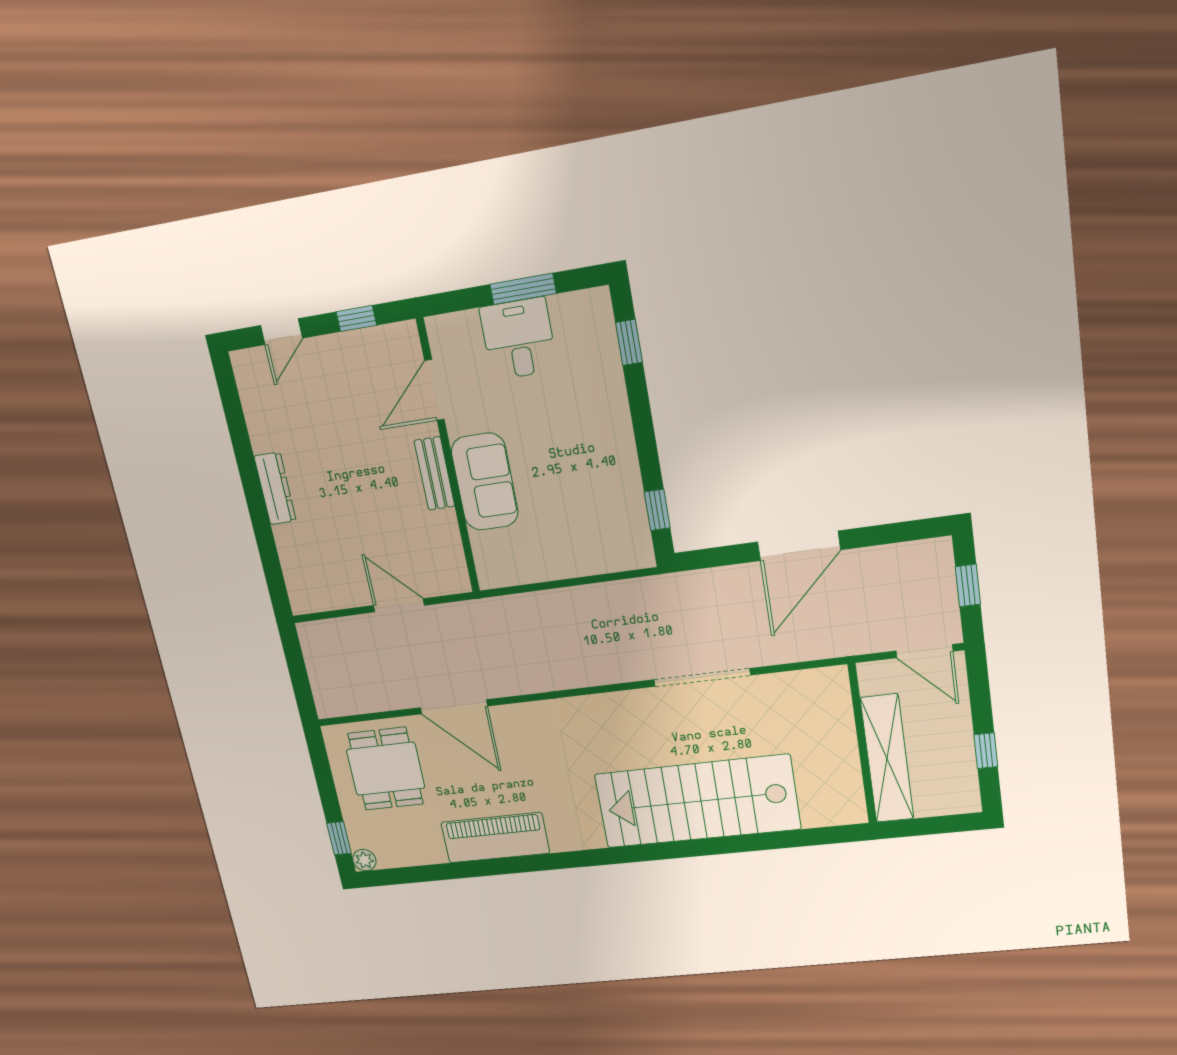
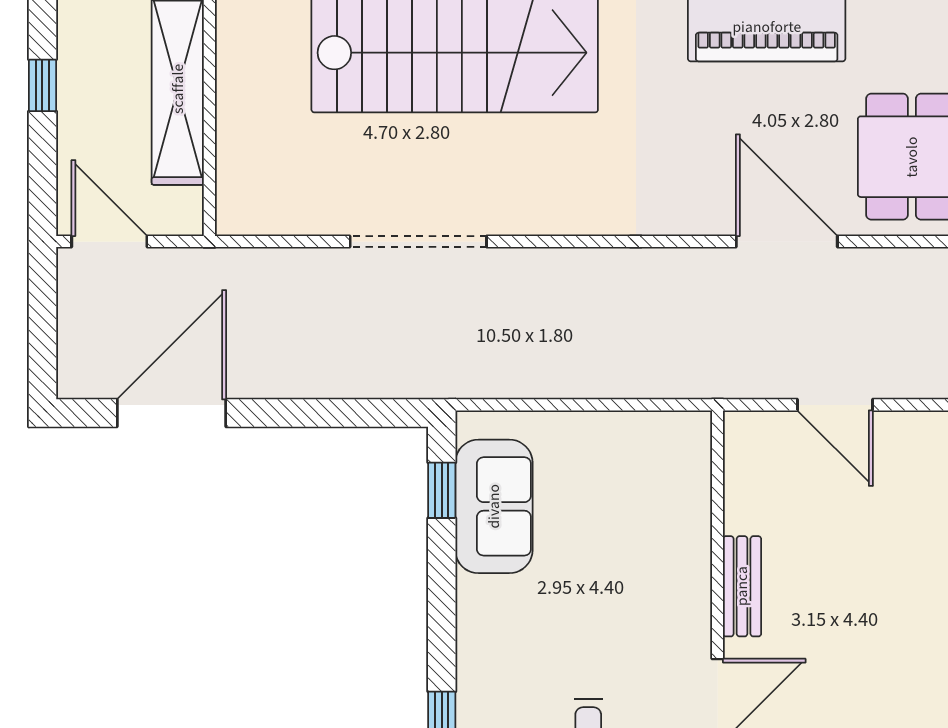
sofa: (485, 482) -> (494, 506), moved, turned 180
door: (799, 546) -> (171, 413), moved
window: (968, 585) -> (42, 327), removed

